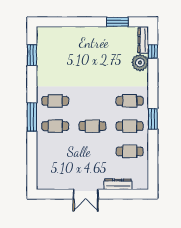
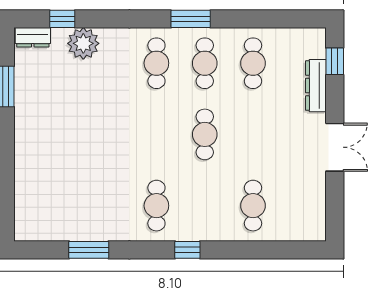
dresser: (143, 40) -> (33, 37), width x0.70
window: (32, 55) -> (89, 250), moved
window: (32, 117) -> (187, 250), width x0.46
cafe table: (55, 126) -> (253, 206), moved
window: (131, 194) -> (335, 61), added

